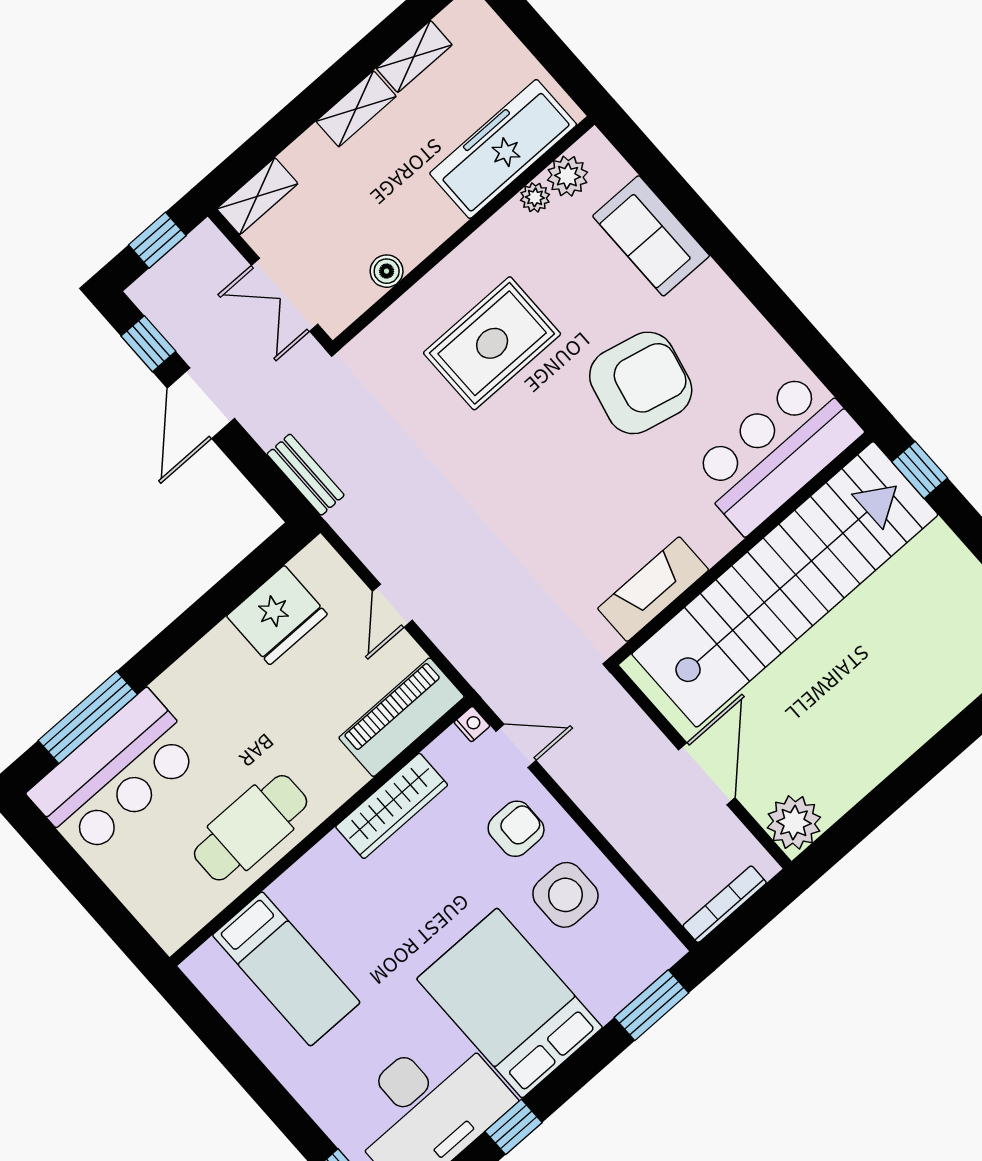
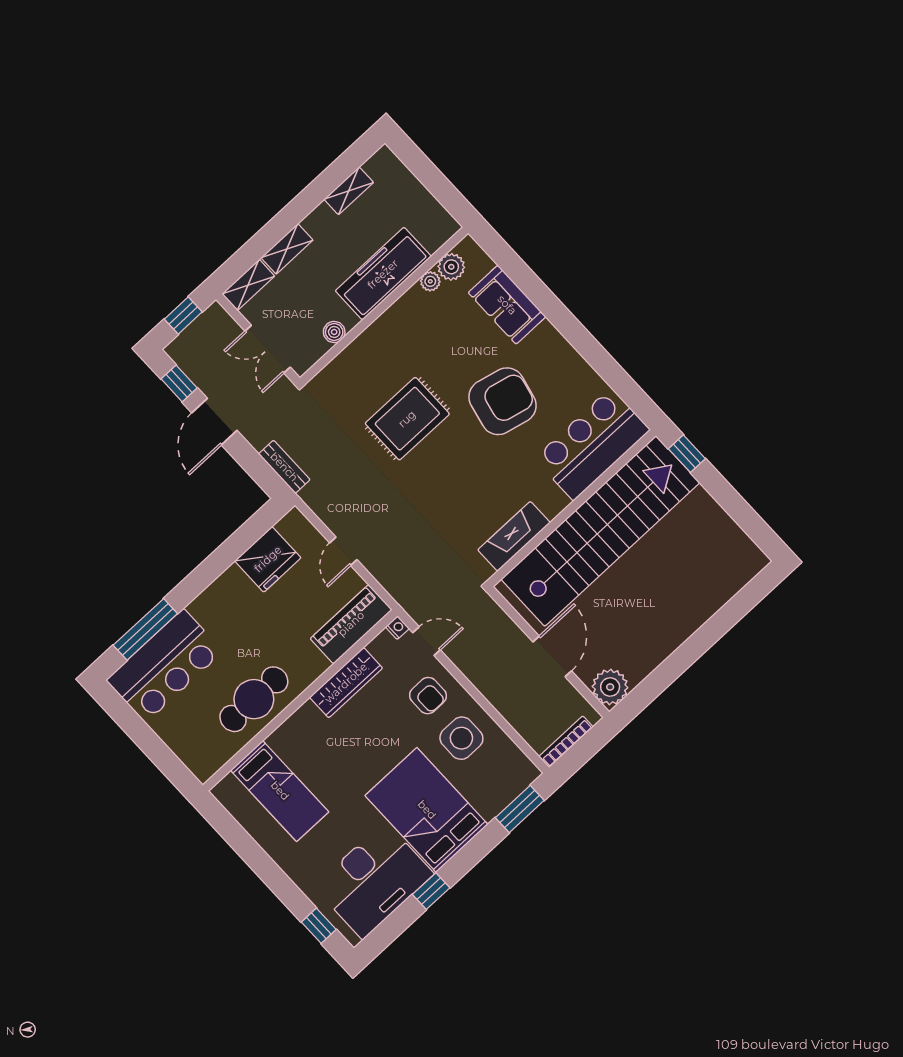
shelving: (356, 109) -> (287, 249), moved
freezer: (503, 149) -> (383, 274), moved
rug: (492, 343) -> (407, 419), moved
armchair: (516, 829) -> (428, 696), turned 90

